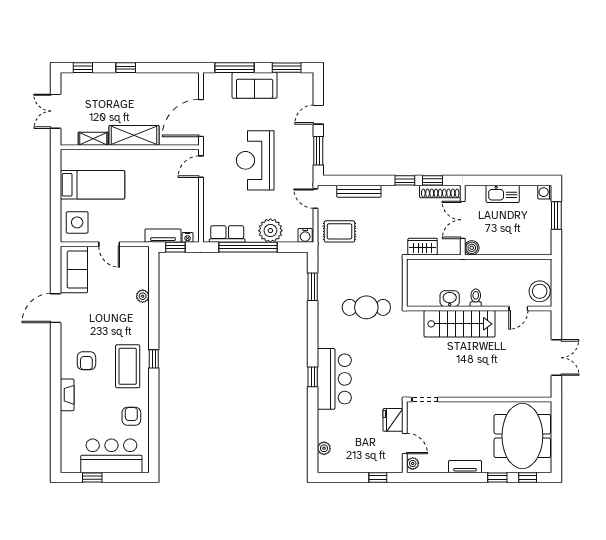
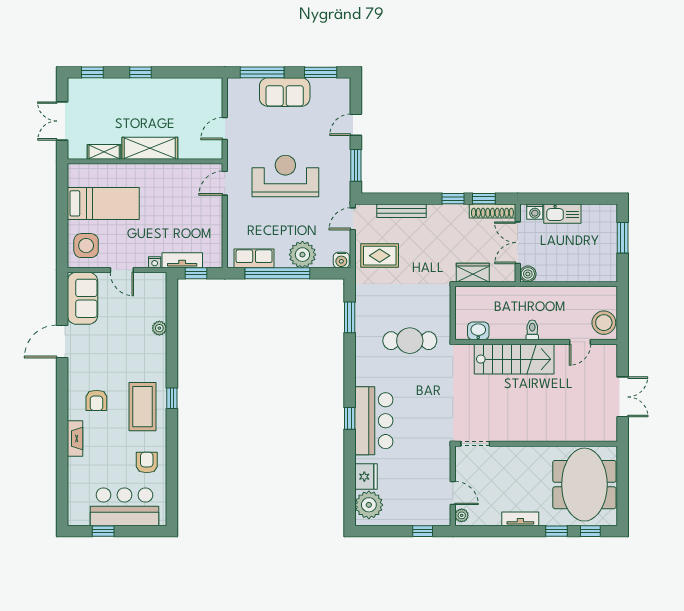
door: (201, 118) -> (225, 129), width x0.53
reception desk: (255, 160) -> (285, 176), turned 90
washing machine: (545, 192) -> (535, 212), moved, turned -90
door: (315, 199) -> (353, 219), hinge flipped
nightstand: (188, 237) -> (155, 262), moved
washbasin: (450, 299) -> (478, 331), moved
fridge: (393, 420) -> (366, 477), moved, turned 180
plant: (324, 448) -> (369, 505), width x1.88, depth x1.88

